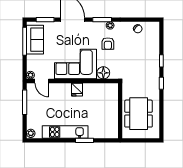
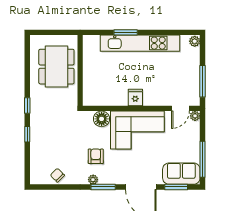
sofa: (35, 40) -> (181, 174), moved, turned 90
door: (42, 81) -> (180, 108), swing flipped
kitchen unit: (65, 132) -> (140, 43), width x1.36

